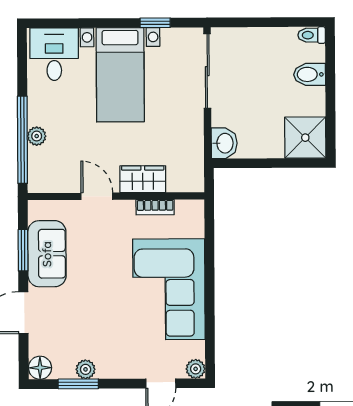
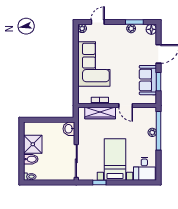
shower: (305, 138) -> (33, 144), moved
wardrobe: (143, 179) -> (100, 113), width x1.50

